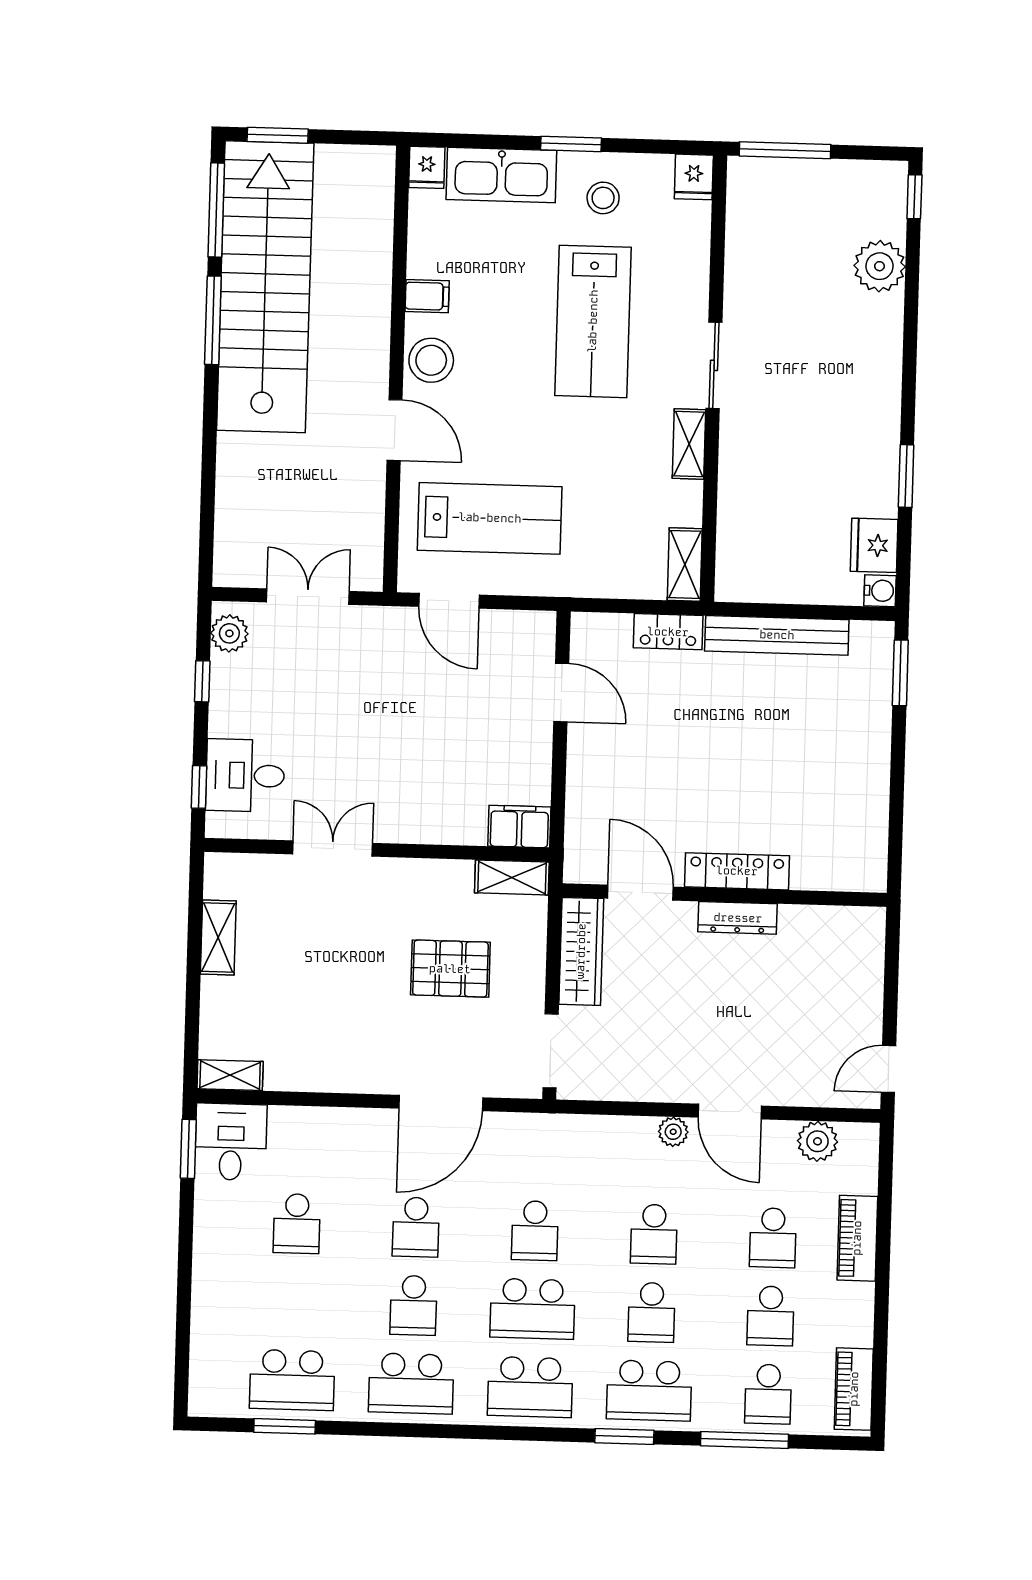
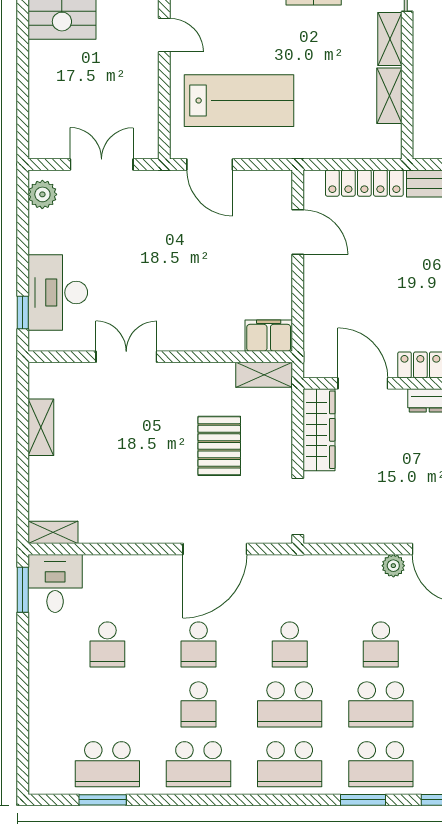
door: (395, 430) -> (164, 35), width x0.73
shelving: (685, 564) -> (389, 96), moved
locker: (668, 632) -> (364, 183), width x1.53
window: (202, 681) -> (23, 232), removed
desk: (245, 775) -> (58, 293), width x1.37
pallet: (450, 969) -> (219, 446), turned 90
school desk: (651, 1312) -> (381, 704), width x1.85

